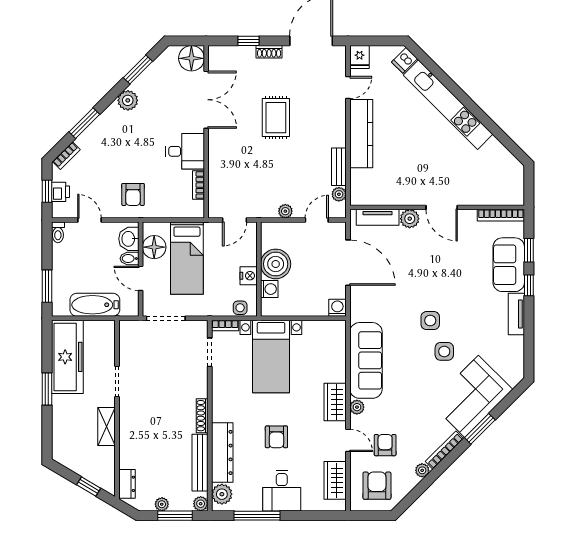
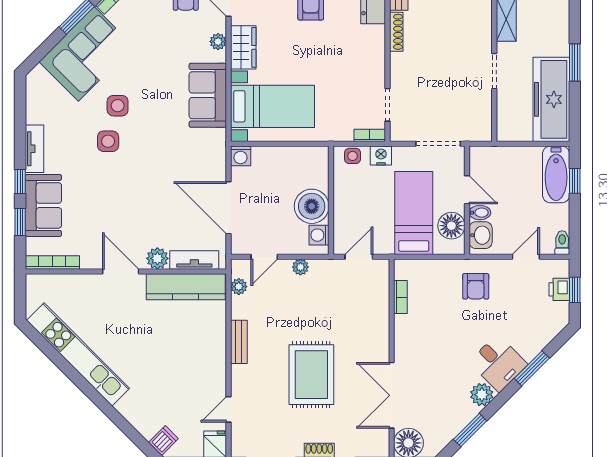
kitchen unit: (448, 105) -> (78, 354), moved
rug: (276, 118) -> (311, 375), width x1.36, depth x1.43
kitchen counter: (361, 134) -> (186, 287), moved, turned -90
desk: (185, 151) -> (498, 363), moved, turned -135
bookcase: (66, 156) -> (553, 331), removed
bench: (339, 167) -> (239, 342), moved
armchair: (133, 194) -> (476, 286), turned 180
door: (89, 220) -> (526, 257), swing flipped
nightstand: (249, 276) -> (381, 156), moved, turned 90
window: (47, 286) -> (575, 181), width x0.67
washing machine: (269, 289) -> (319, 235), moved
bathtub: (95, 305) -> (556, 174), moved, turned 90
side table: (430, 321) -> (108, 141), moved
bed with nightstands: (271, 356) -> (272, 106), moved, turned 90
sofa: (366, 360) -> (208, 95), width x0.73

